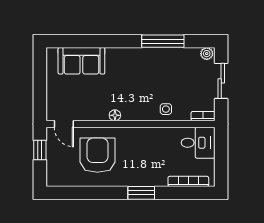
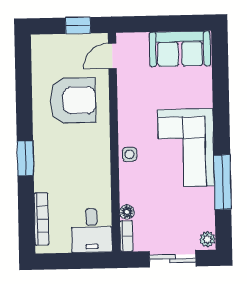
sofa: (81, 61) -> (180, 49), moved, turned -90
corner sofa: (136, 69) -> (186, 148), added
side table: (166, 109) -> (129, 154), moved
floor lamp: (115, 115) -> (127, 212), moved

